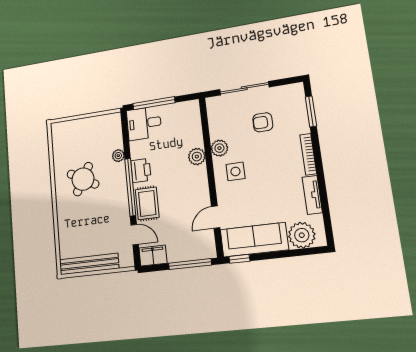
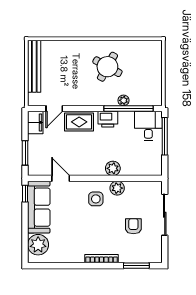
window: (130, 187) -> (129, 109), moved
tv unit: (312, 195) -> (69, 257), removed
window: (190, 264) -> (25, 153), width x0.69

